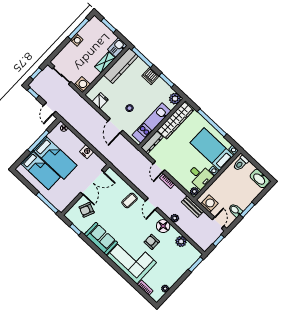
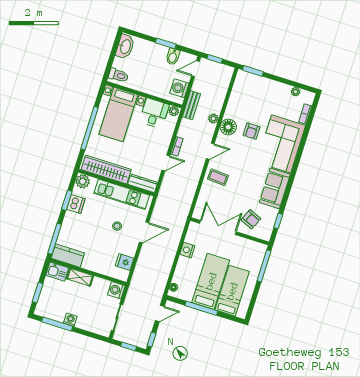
kitchen counter: (121, 66) -> (68, 256), width x0.67
dishwasher: (151, 76) -> (76, 204), moved
plant: (181, 241) -> (236, 99), removed

